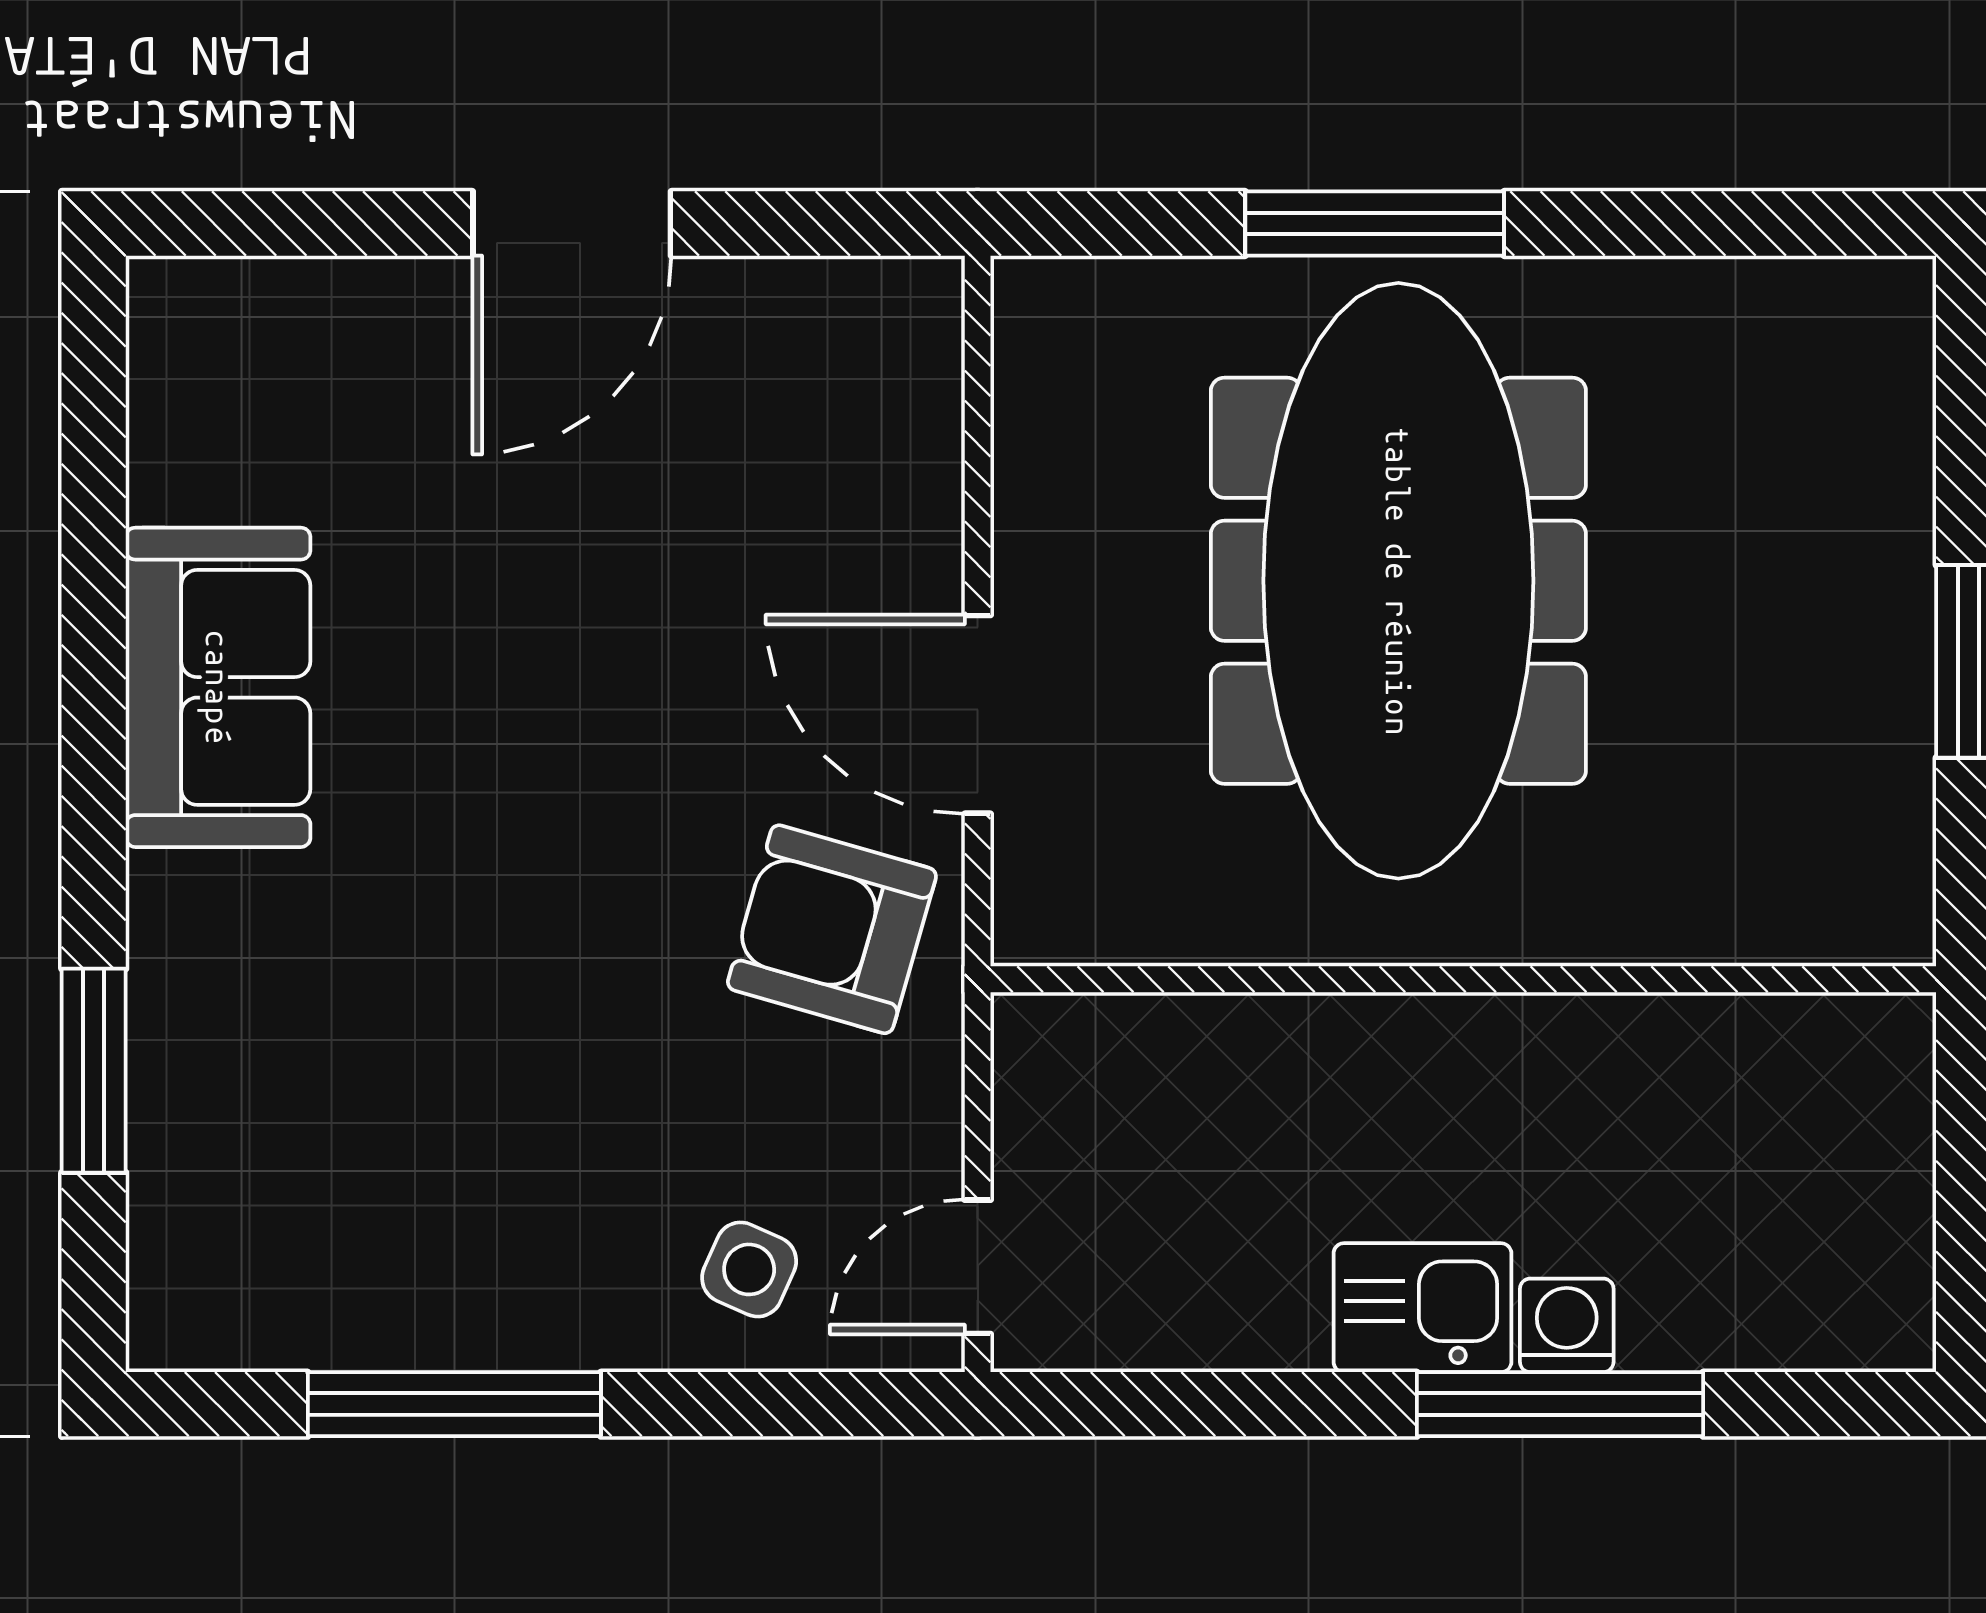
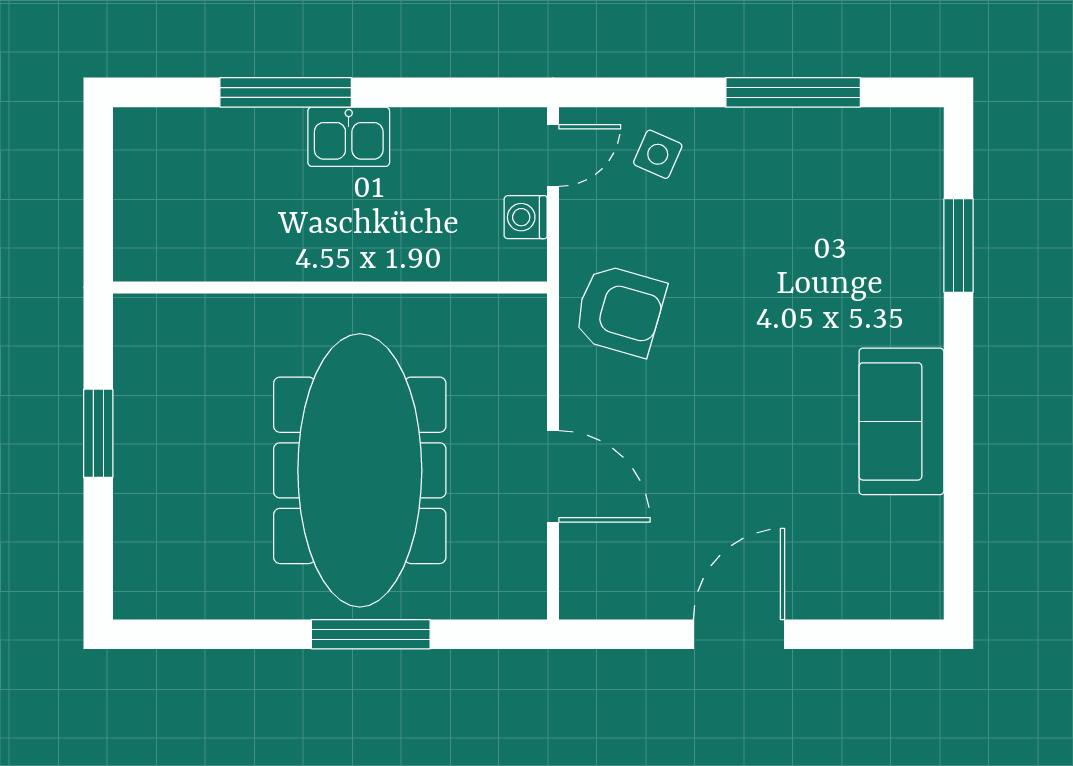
door: (978, 714) -> (553, 476), moved
washing machine: (1567, 1325) -> (526, 217), moved, turned 90

